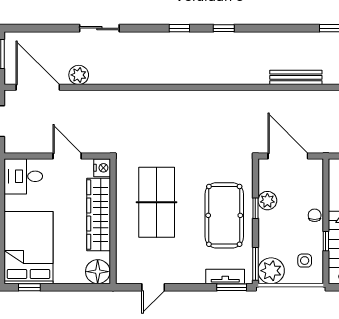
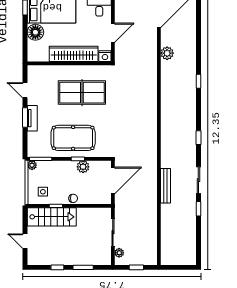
sliding door: (99, 28) -> (198, 180), moved
window: (179, 28) -> (198, 81), moved
plant: (79, 75) -> (167, 53), moved
plant: (271, 271) -> (32, 165), width x0.53, depth x0.53
floor lamp: (98, 272) -> (35, 32), moved
tv unit: (225, 276) -> (32, 118), moved
window: (232, 287) -> (25, 117), moved

